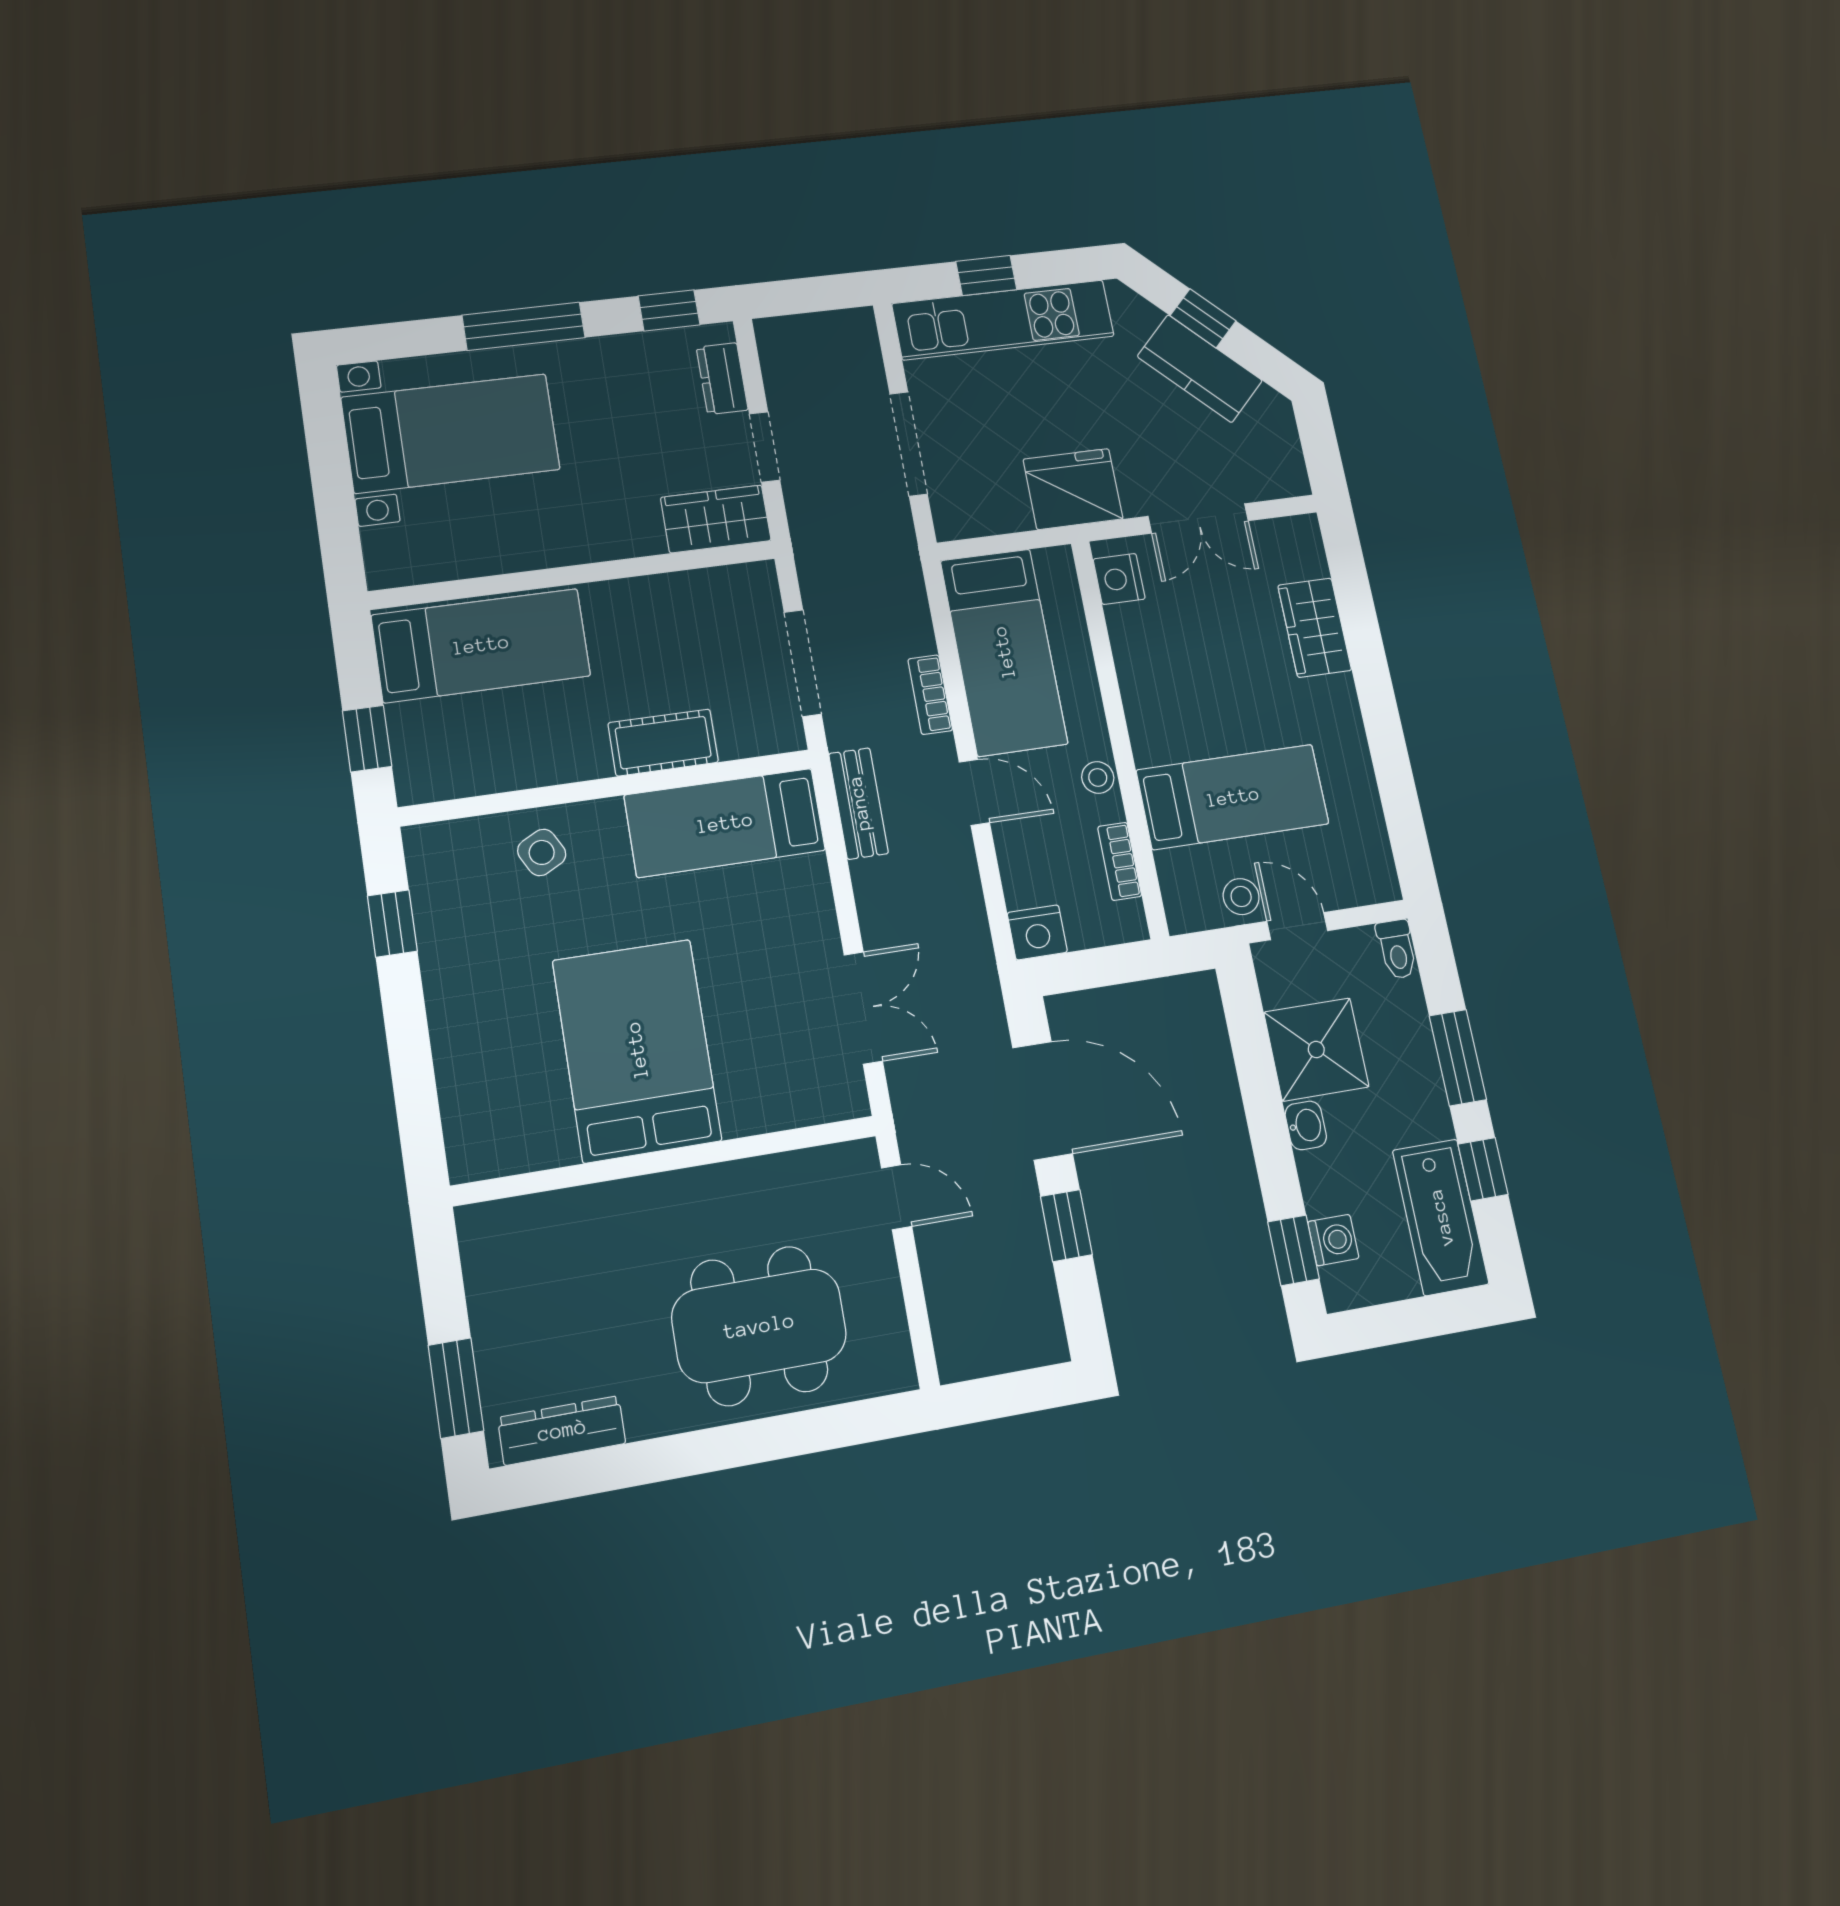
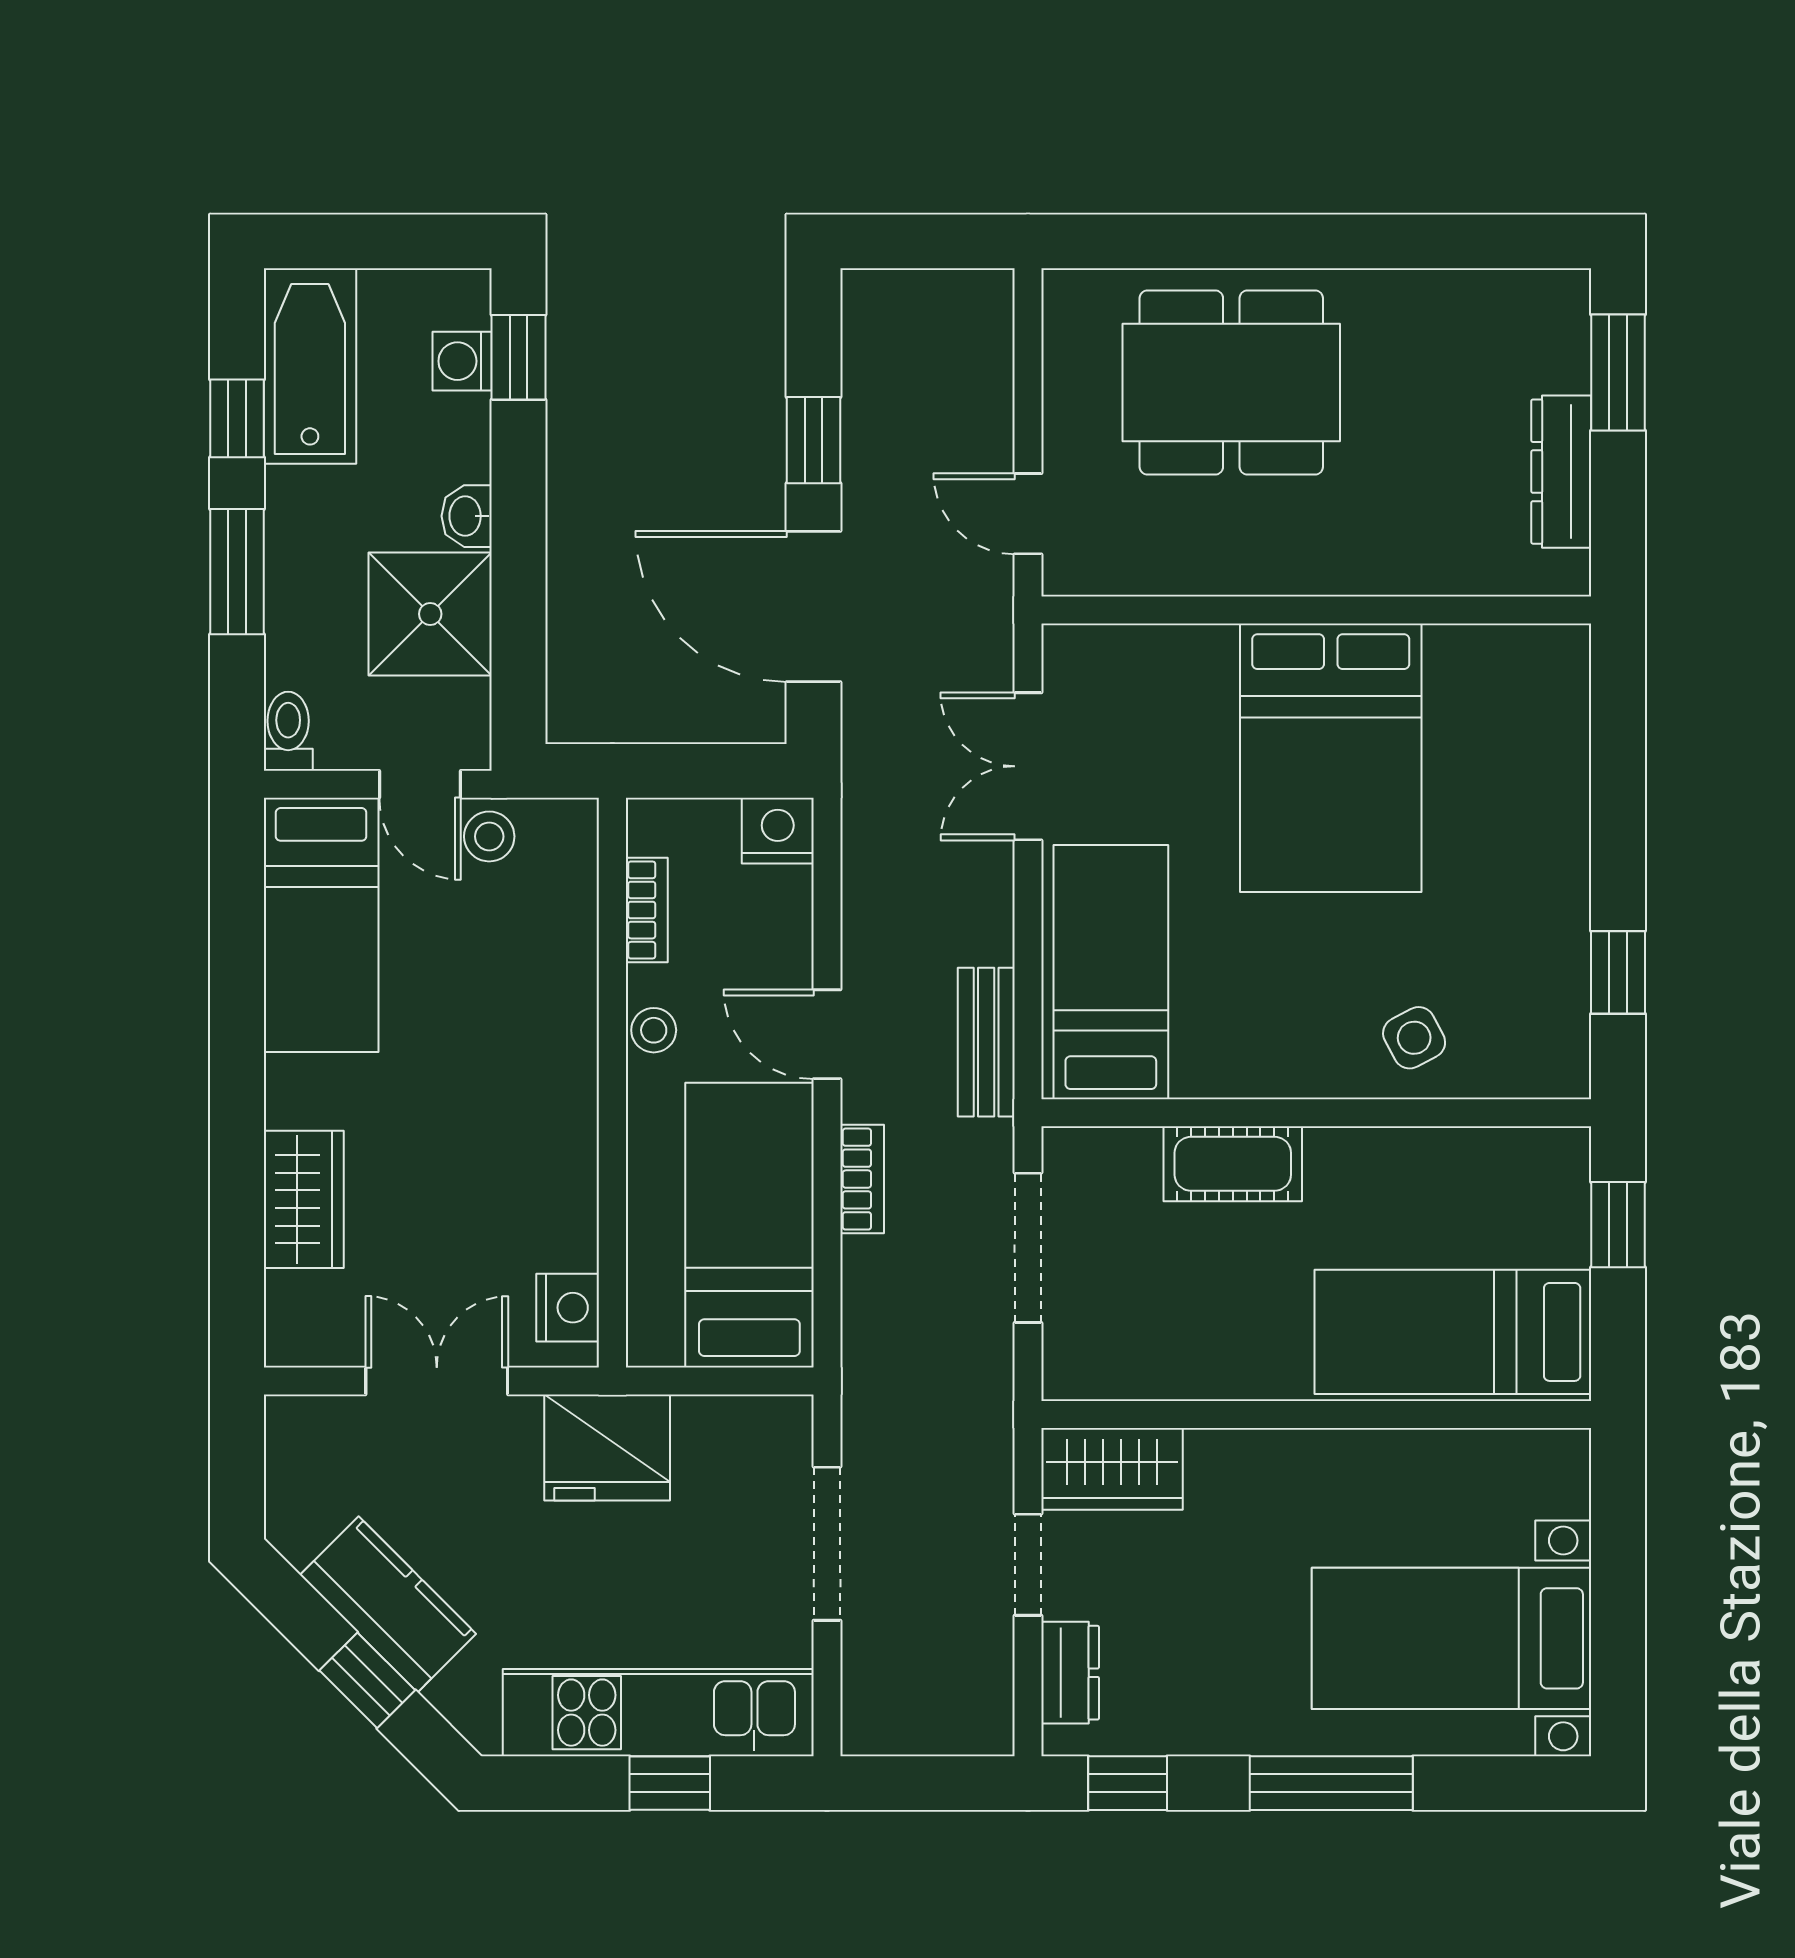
bed: (1233, 797) -> (321, 925), moved, turned -90
bed: (725, 823) -> (1111, 972), moved, turned -90
dresser: (562, 1430) -> (1561, 472), moved, turned 90

